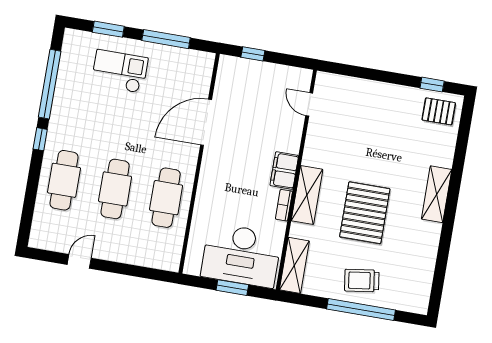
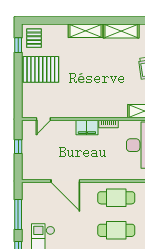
window: (253, 54) -> (18, 147), moved
shelving: (307, 195) -> (121, 31), moved
pallet: (365, 213) -> (41, 69), moved

